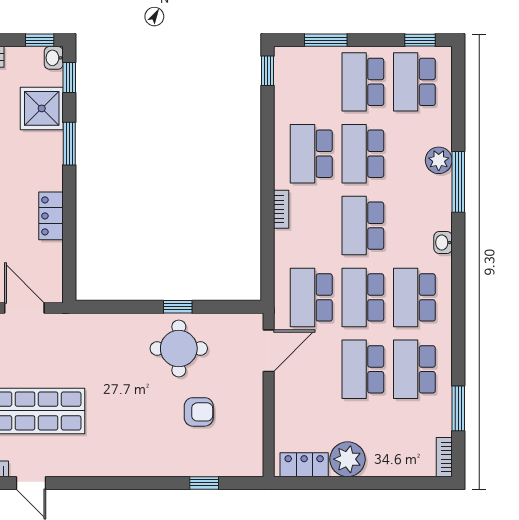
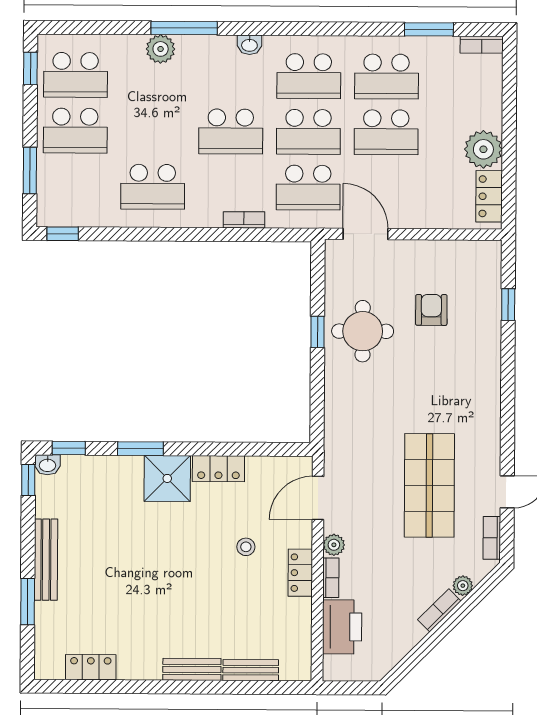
shower: (42, 108) -> (167, 478), moved
school desk: (363, 154) -> (153, 131), removed
bookcase: (281, 209) -> (244, 220), moved

